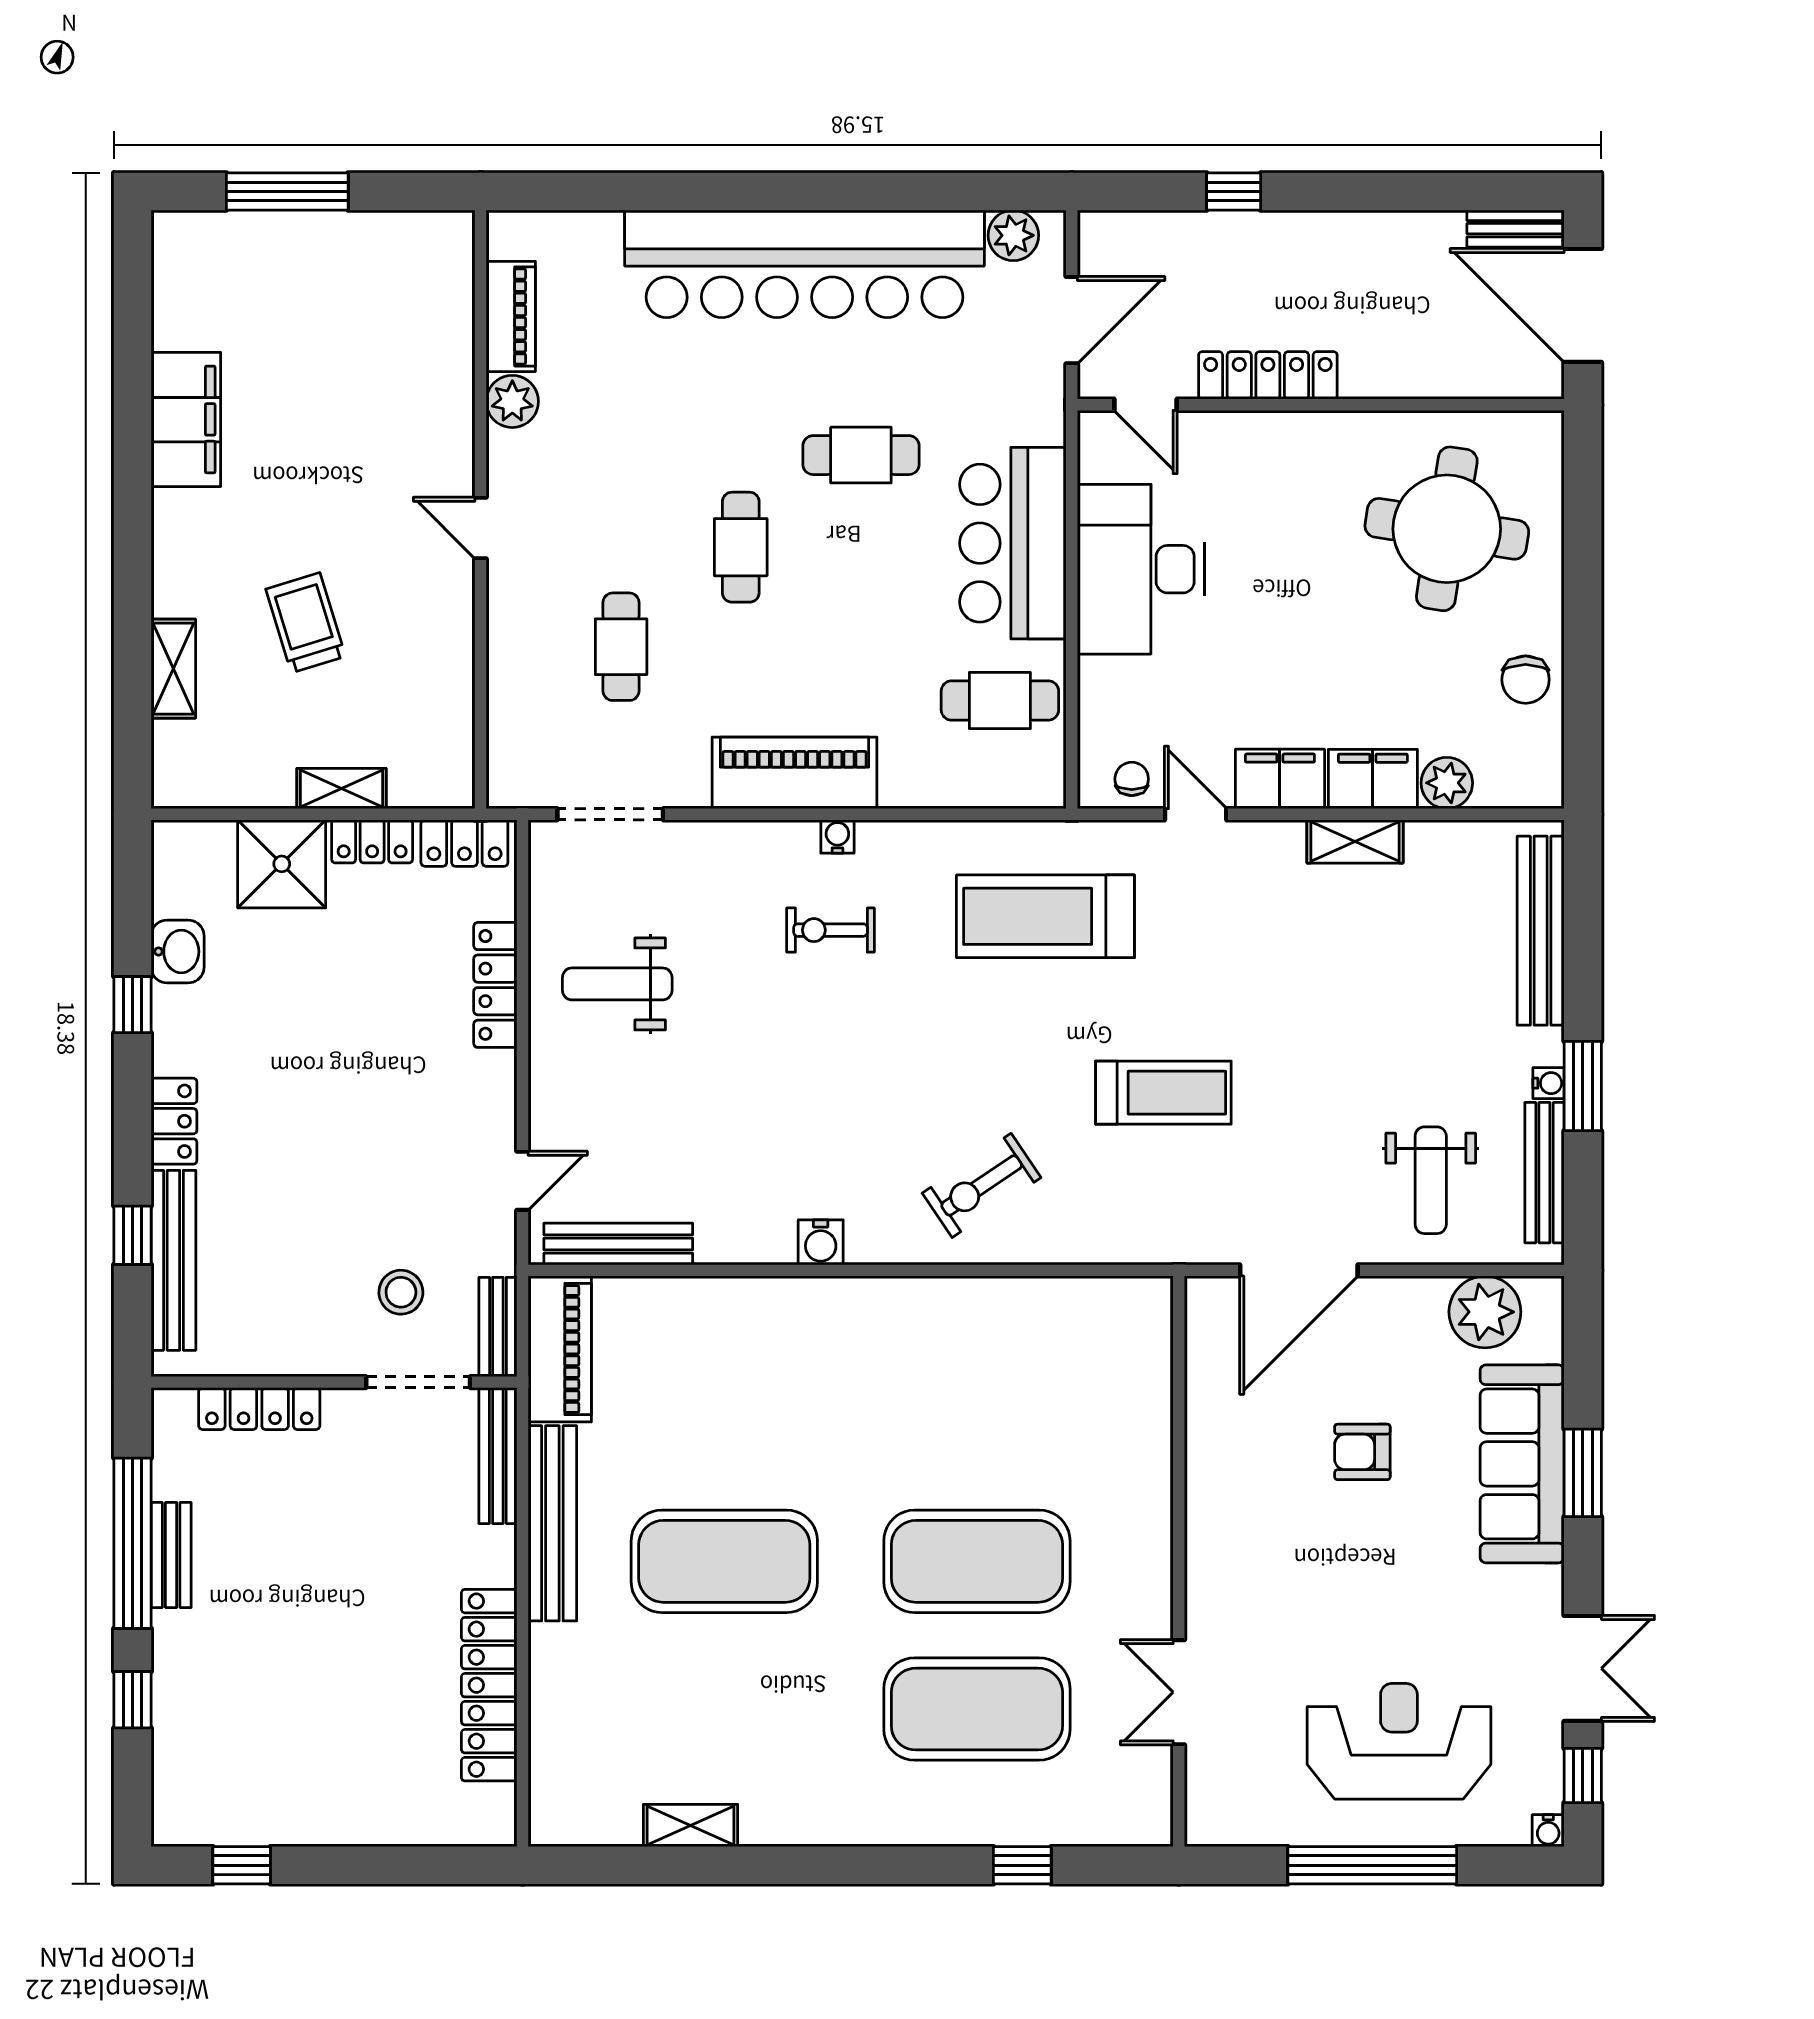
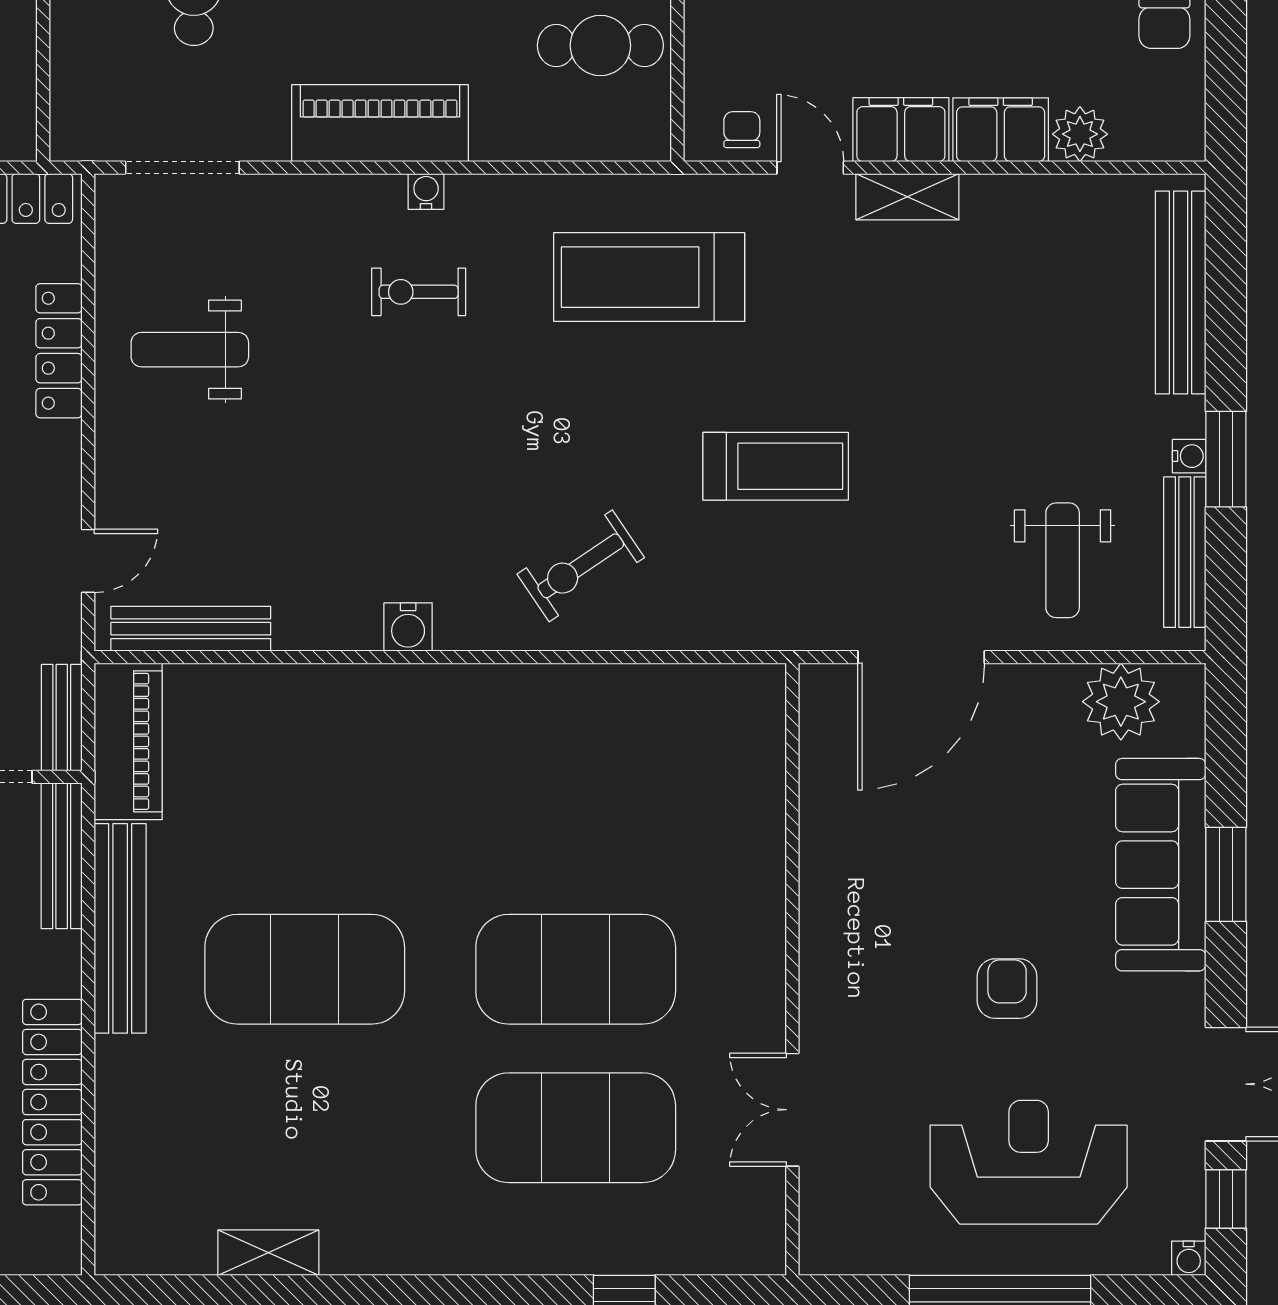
shelving: (1355, 841) -> (907, 197), moved
armchair: (1362, 1452) -> (1007, 989), moved, turned 90

